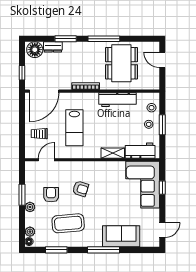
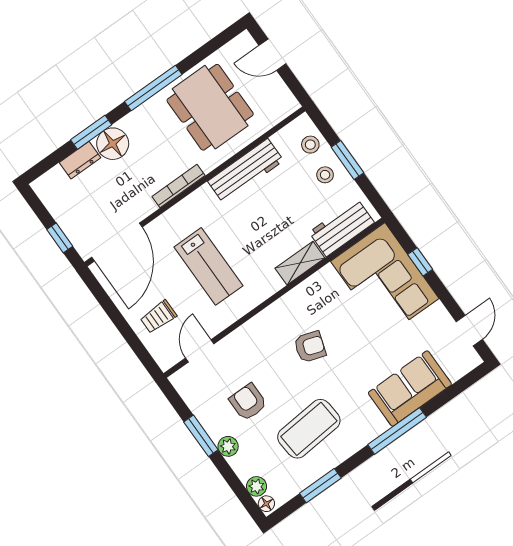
floor lamp: (35, 50) -> (113, 144), moved
armchair: (81, 189) -> (310, 347), moved

